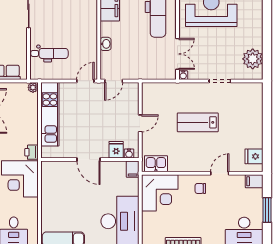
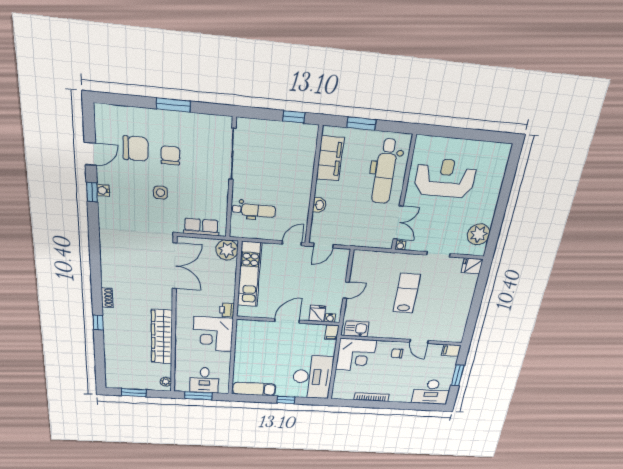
plant: (33, 87) -> (227, 250), width x1.87, depth x1.87
lab bench: (198, 122) -> (407, 293), turned 90
fridge: (254, 156) -> (472, 266), moved
door: (88, 160) -> (287, 321), swing flipped
door: (220, 173) -> (419, 341), swing flipped

